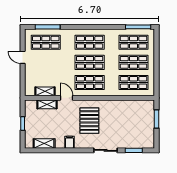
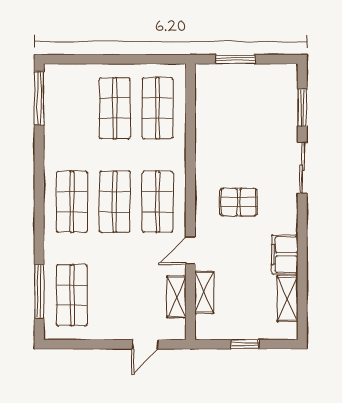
shop shelf: (134, 42) -> (72, 108), removed
door: (23, 57) -> (145, 344), moved
pallet: (89, 121) -> (239, 202), width x0.67, depth x0.71
filing cabinet: (69, 142) -> (285, 254), width x2.00

